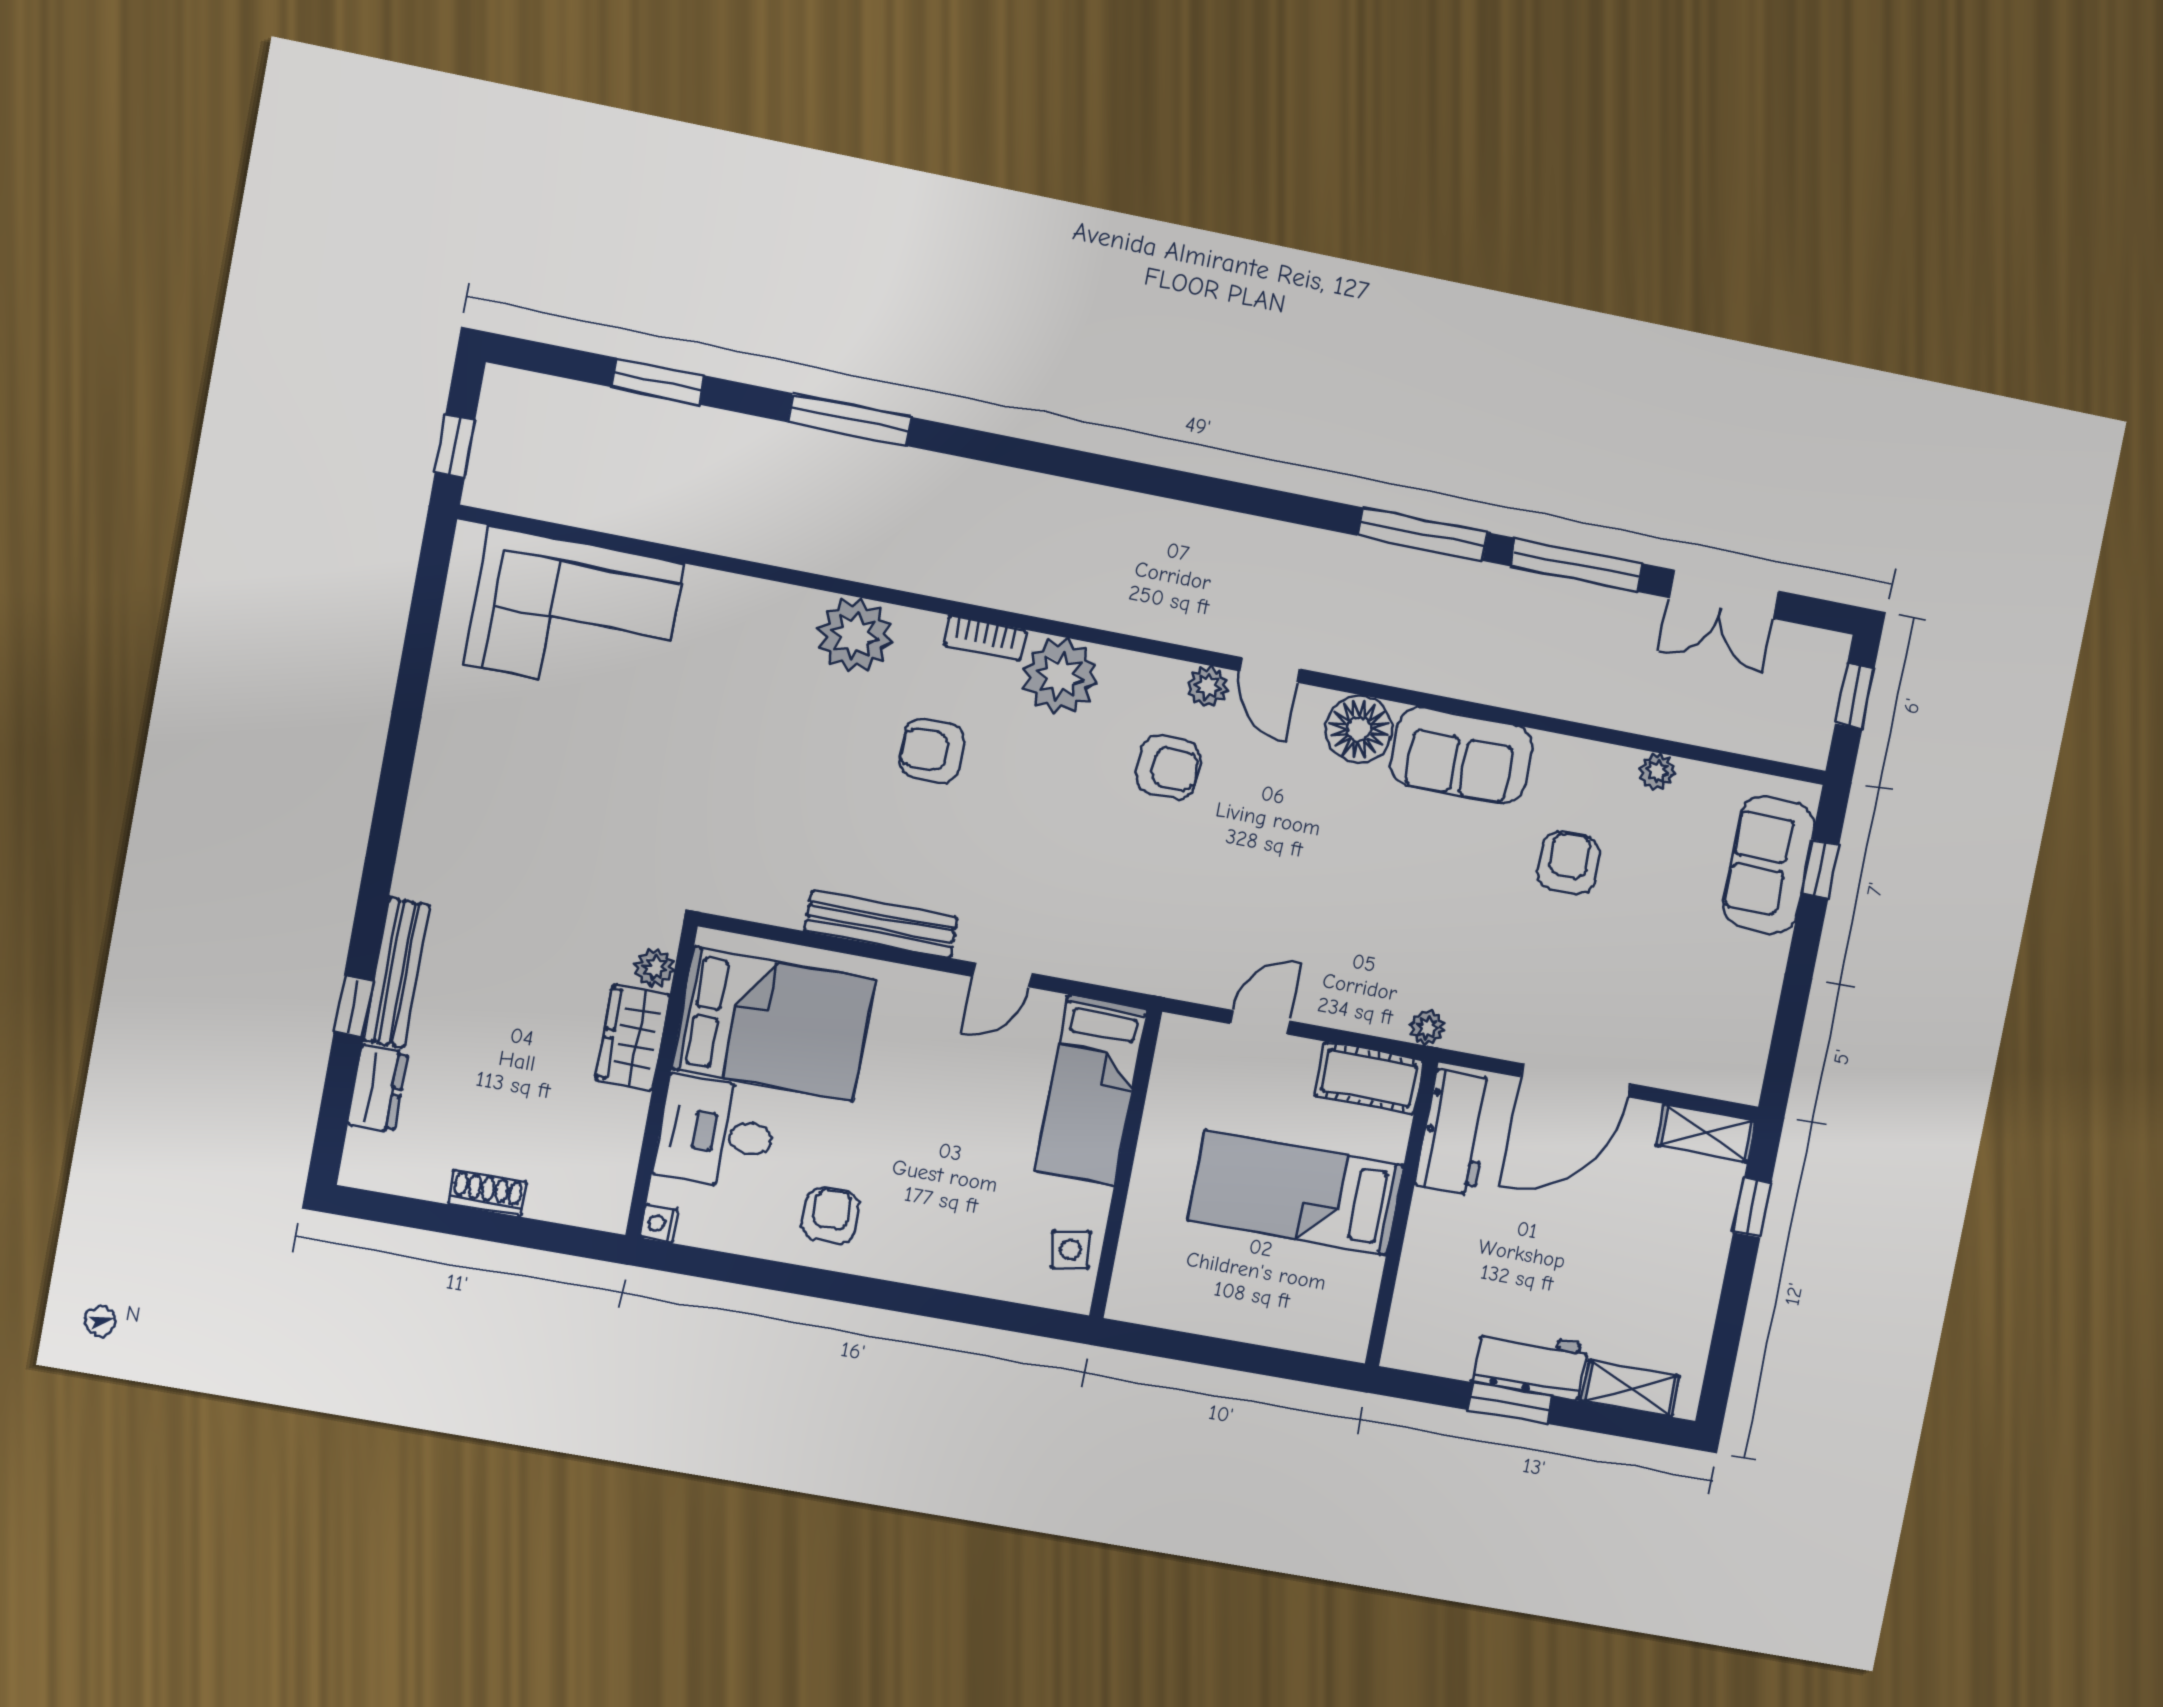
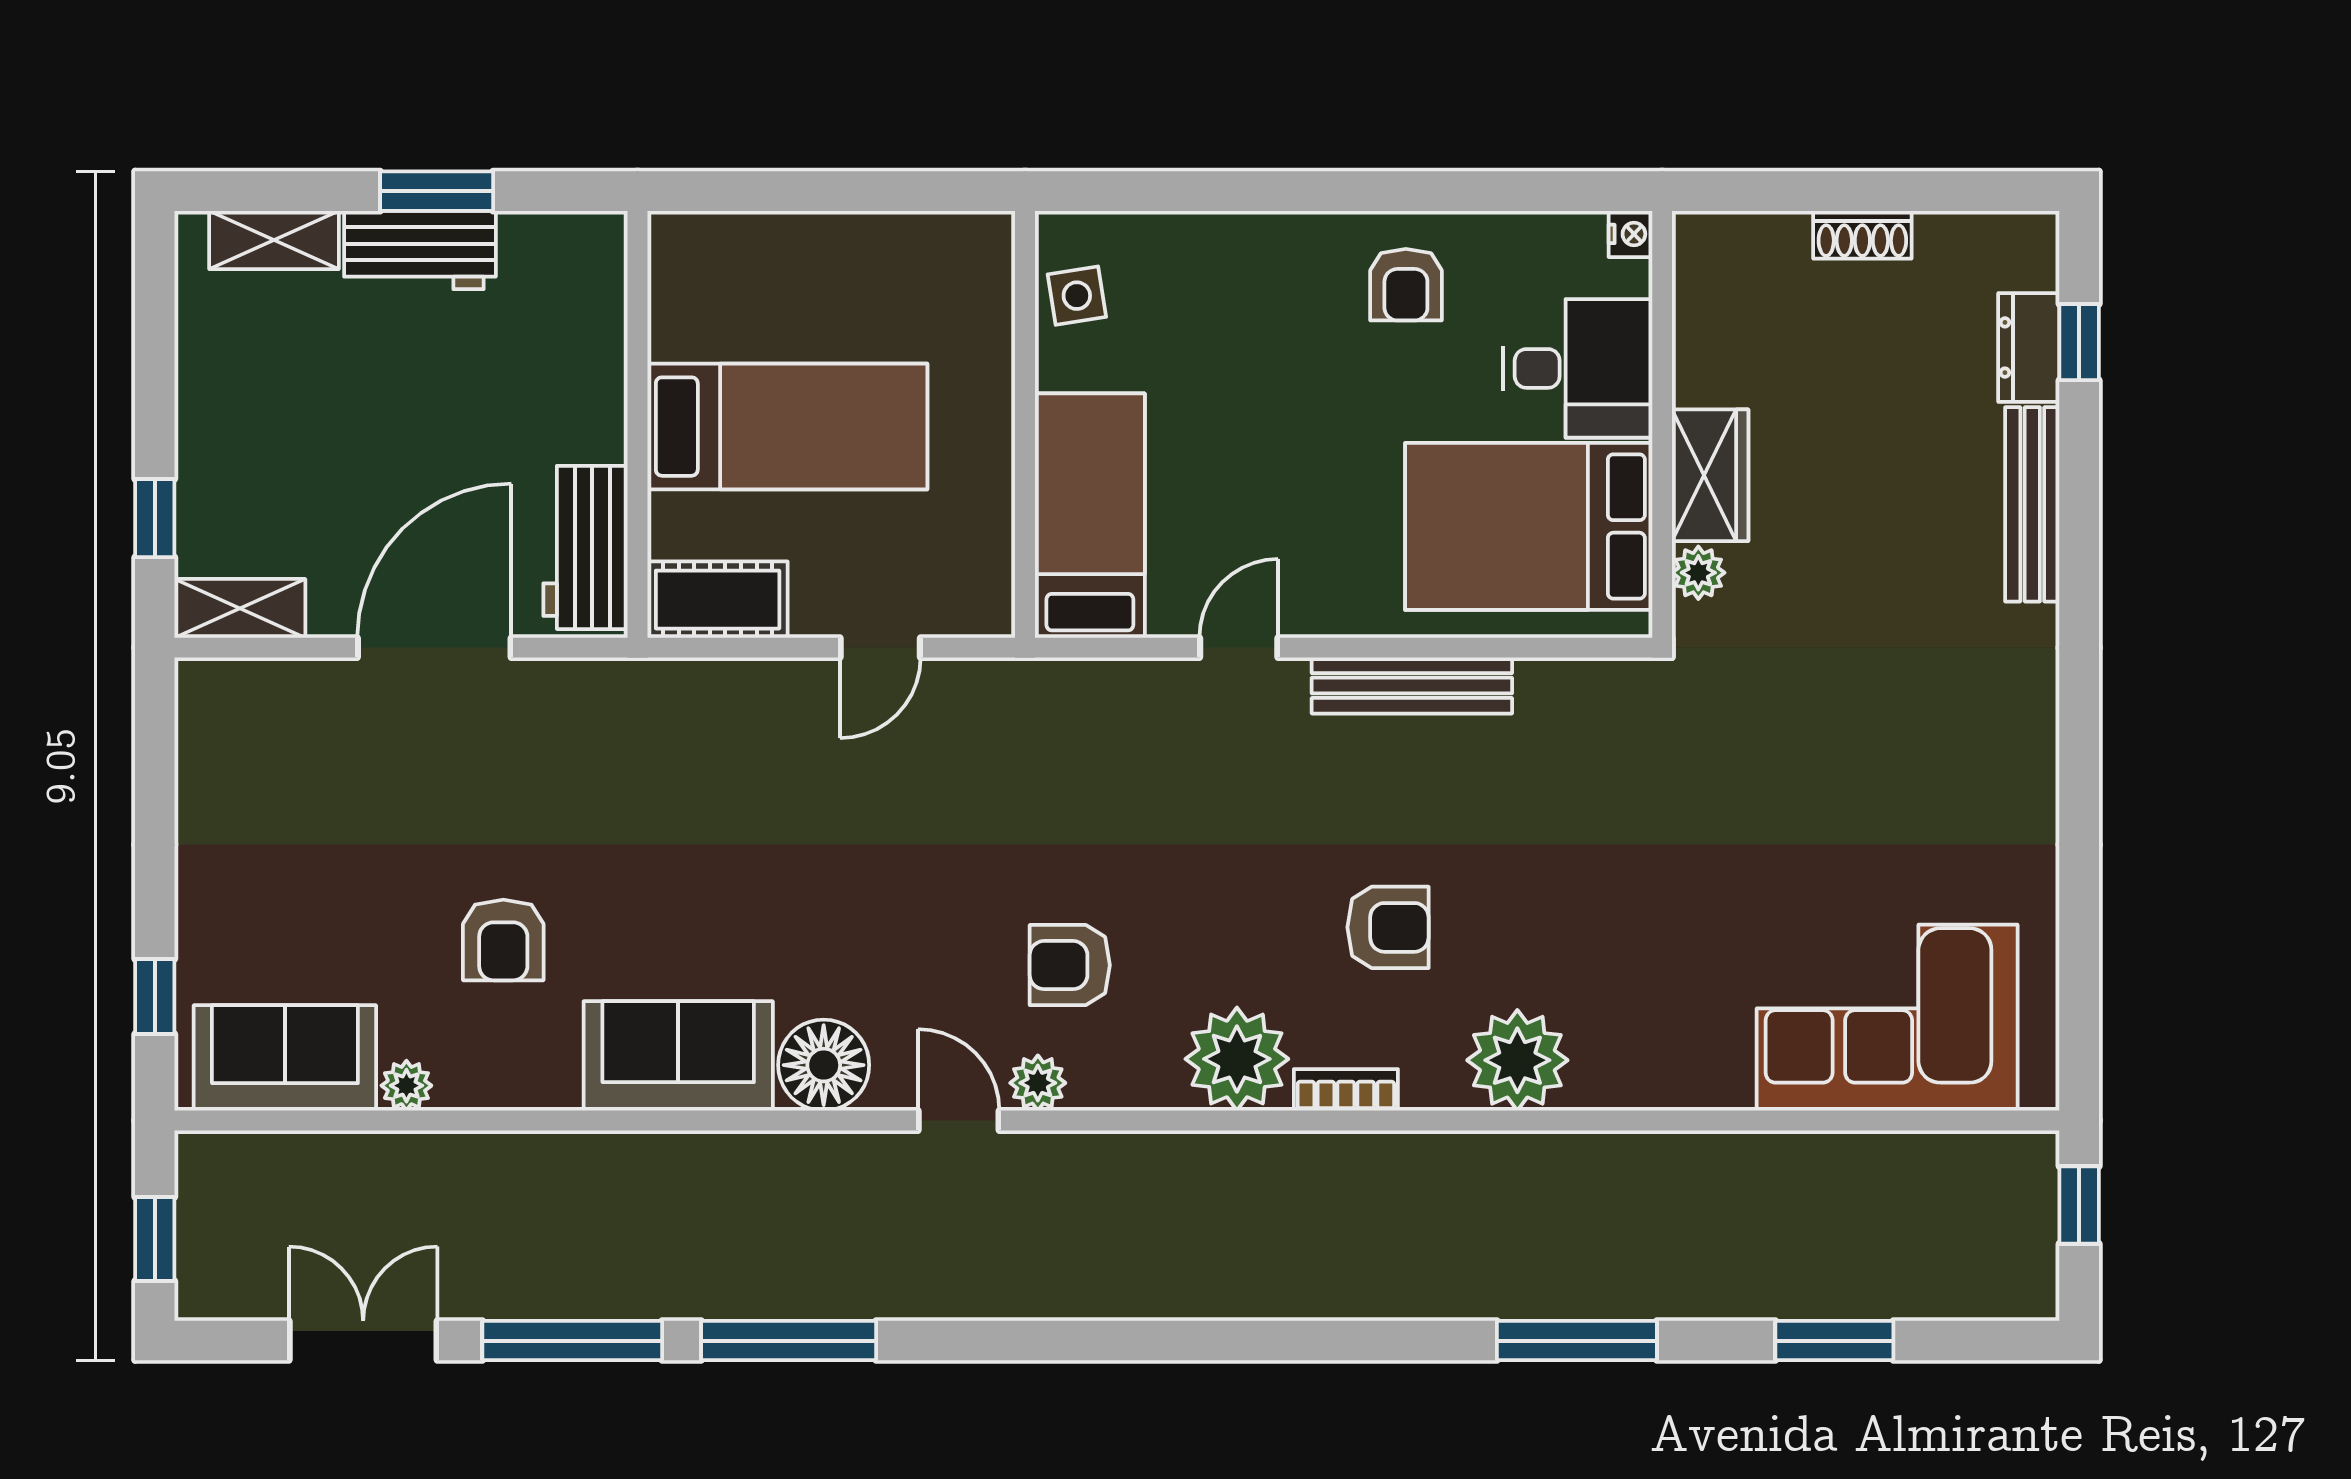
sofa: (1769, 865) -> (285, 1058), moved, turned -90
window: (354, 1006) -> (2079, 342), moved
plant: (1427, 1028) -> (652, 682), removed

